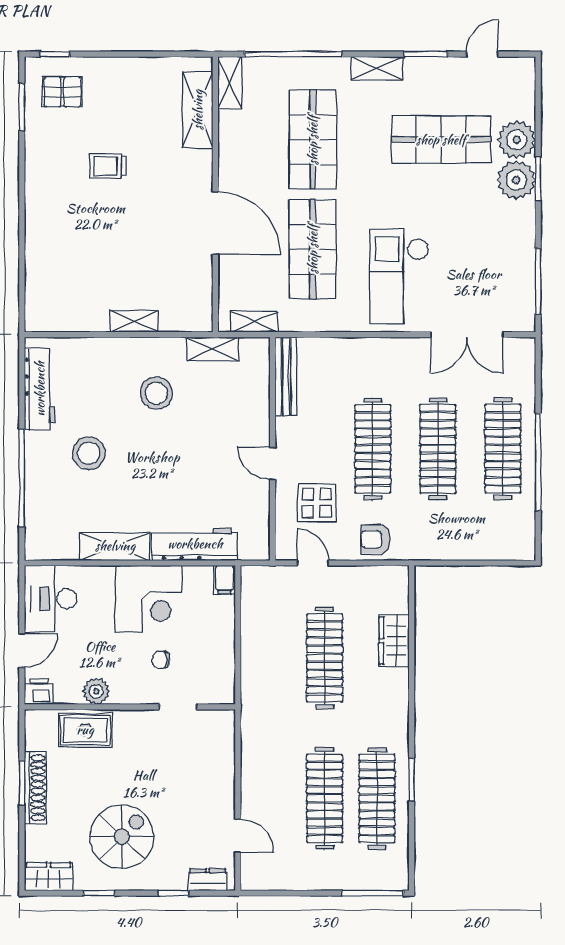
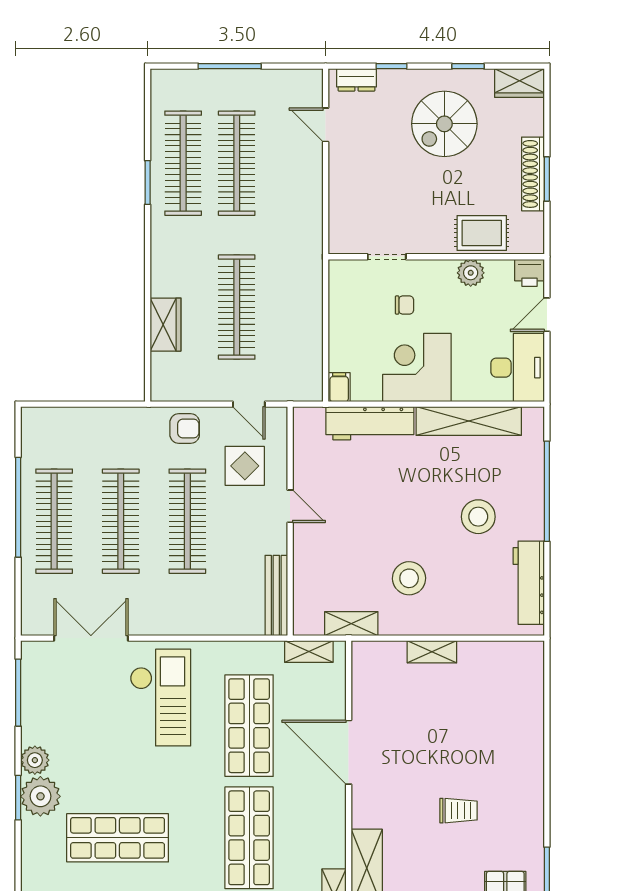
plant: (517, 140) -> (35, 760), moved, width x0.73, depth x0.73
shelving: (115, 546) -> (469, 421), width x1.47
window: (373, 893) -> (230, 66), moved

